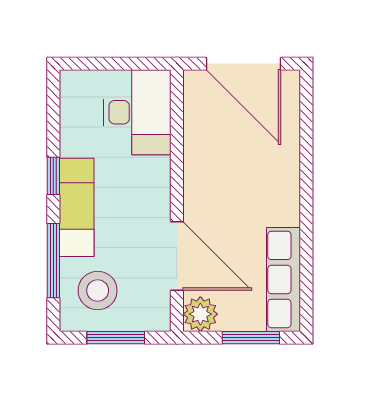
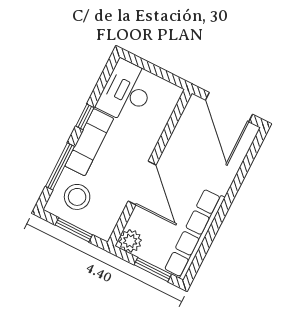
desk: (137, 112) -> (127, 92), moved, turned 180
door: (177, 256) -> (142, 183), moved
row of seats: (283, 279) -> (195, 234), width x1.36

